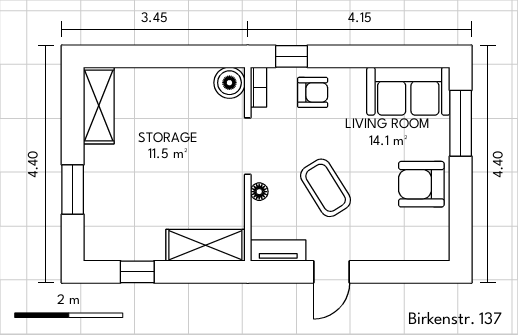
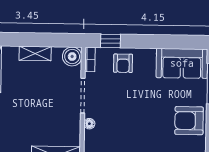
shelving: (169, 79) -> (35, 53), added
armchair: (313, 92) -> (123, 63), turned 90
coffee table: (326, 188) -> (130, 122), removed

